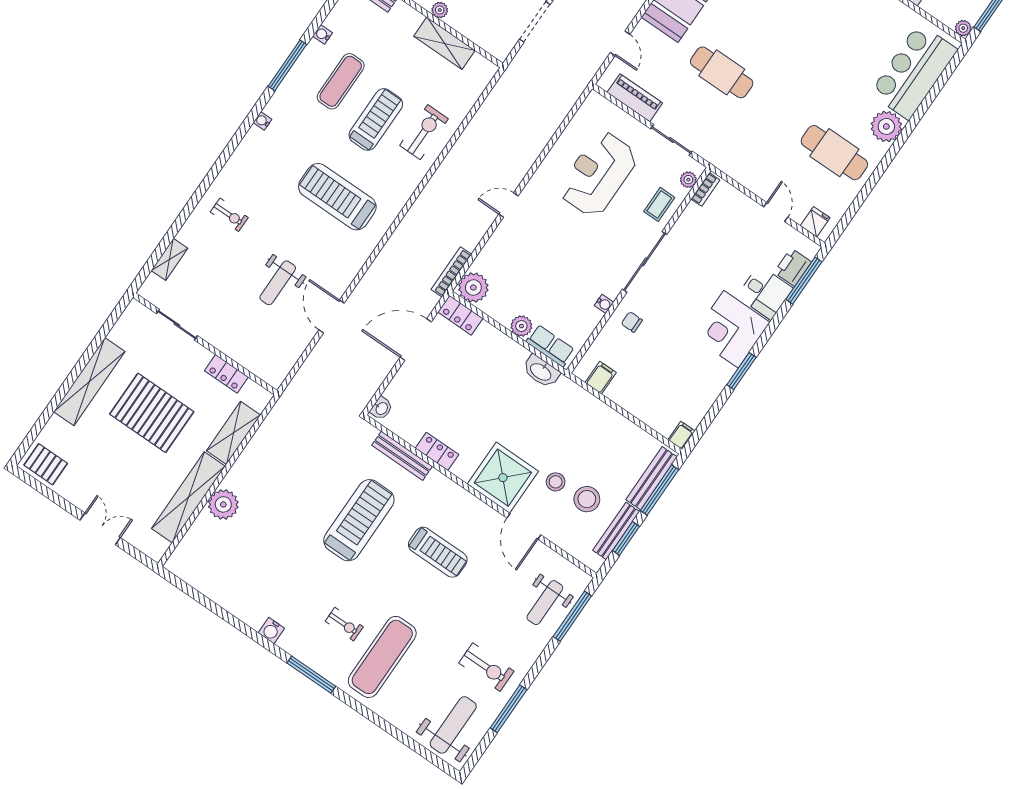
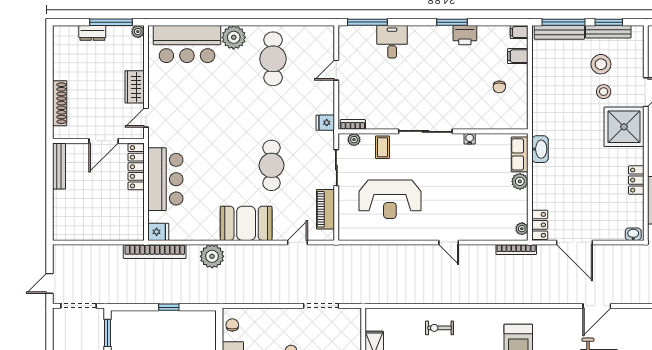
exercise bike: (424, 132) -> (440, 328), width x0.73, depth x0.72
coffee table: (659, 204) -> (382, 147), turned 90
fridge: (815, 222) -> (325, 123), moved
printer: (793, 267) -> (465, 35), moved
plant: (473, 287) -> (522, 229), width x0.53, depth x0.53
chair: (632, 322) -> (499, 87), moved
corner desk: (731, 329) -> (430, 47), removed
filing cabinet: (601, 378) -> (518, 56), moved

